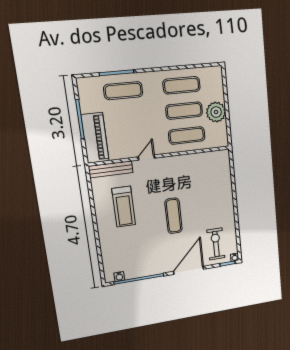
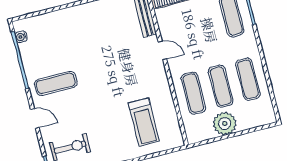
treadmill: (124, 207) -> (144, 122), moved, turned -90
exercise mat: (174, 216) -> (56, 83), moved
door: (189, 270) -> (35, 118), width x0.53

